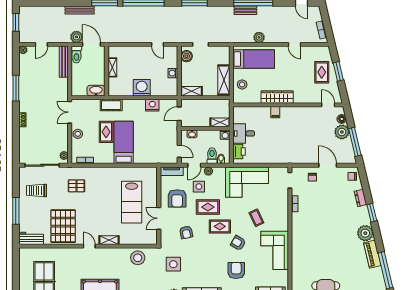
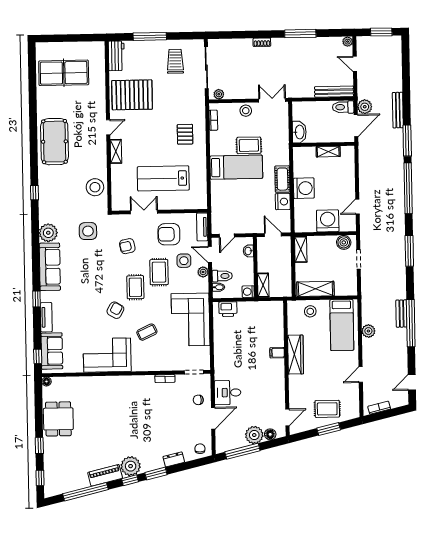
washing machine: (173, 73) -> (328, 221), width x1.89, depth x1.89
cot: (111, 105) -> (282, 179), moved
desk: (244, 133) -> (228, 393), moved, turned -90
pallet: (76, 186) -> (185, 134), moved
window: (377, 234) -> (130, 480), added
armchair: (236, 270) -> (82, 308), removed

